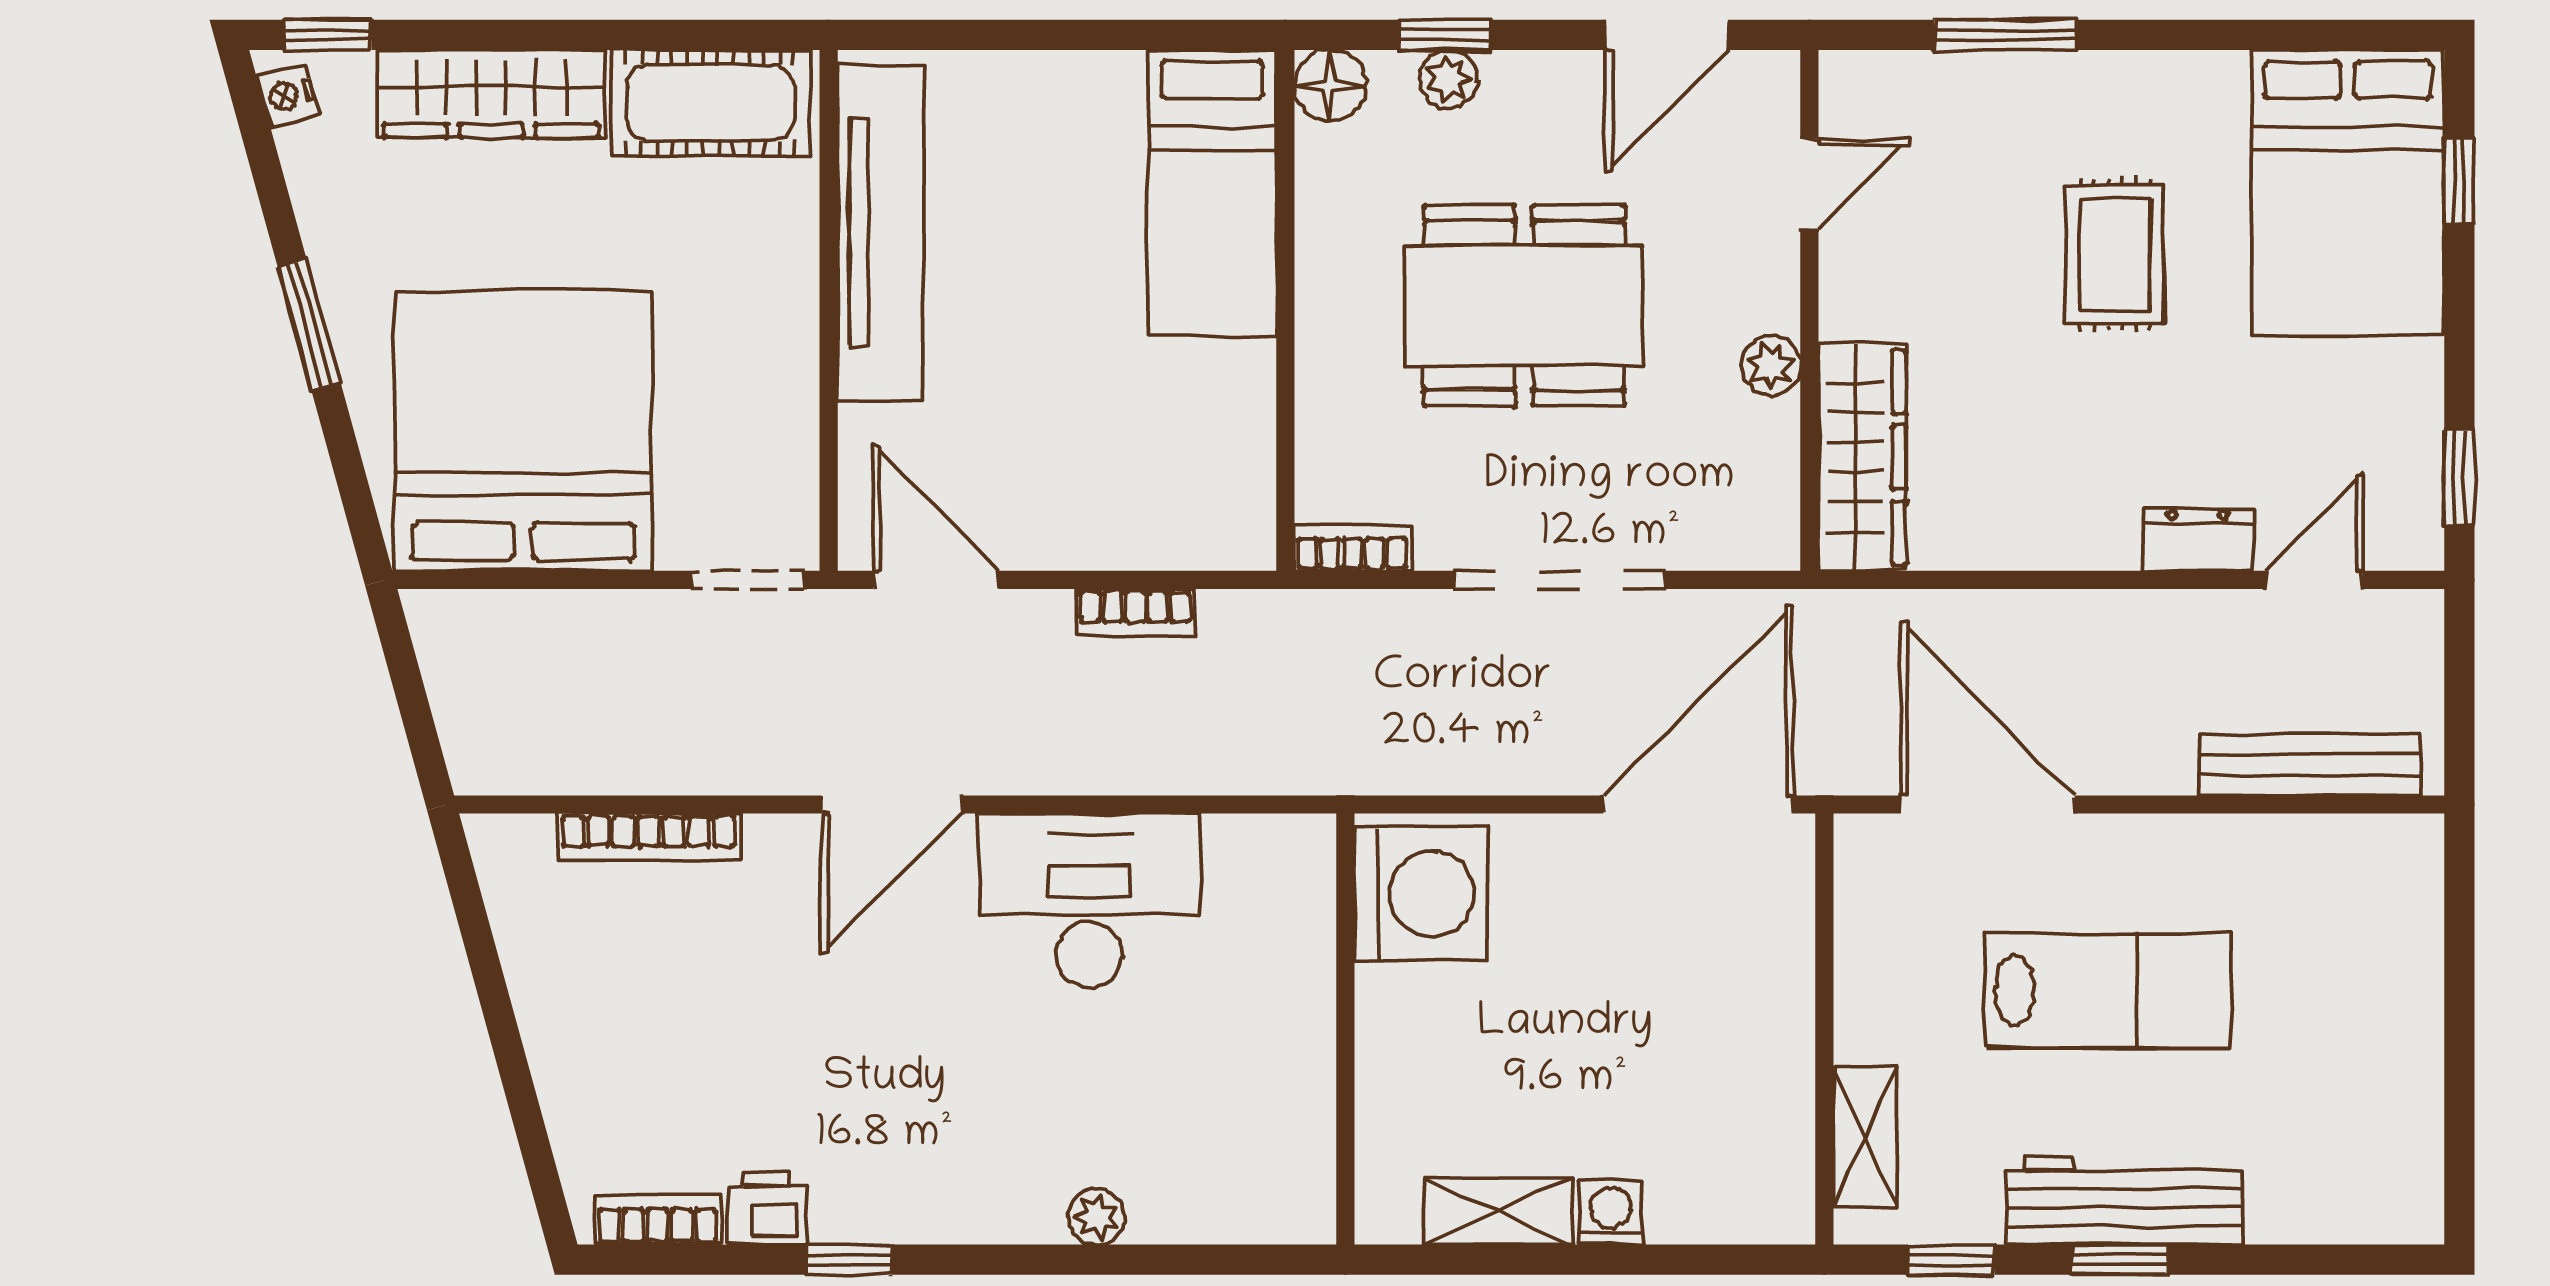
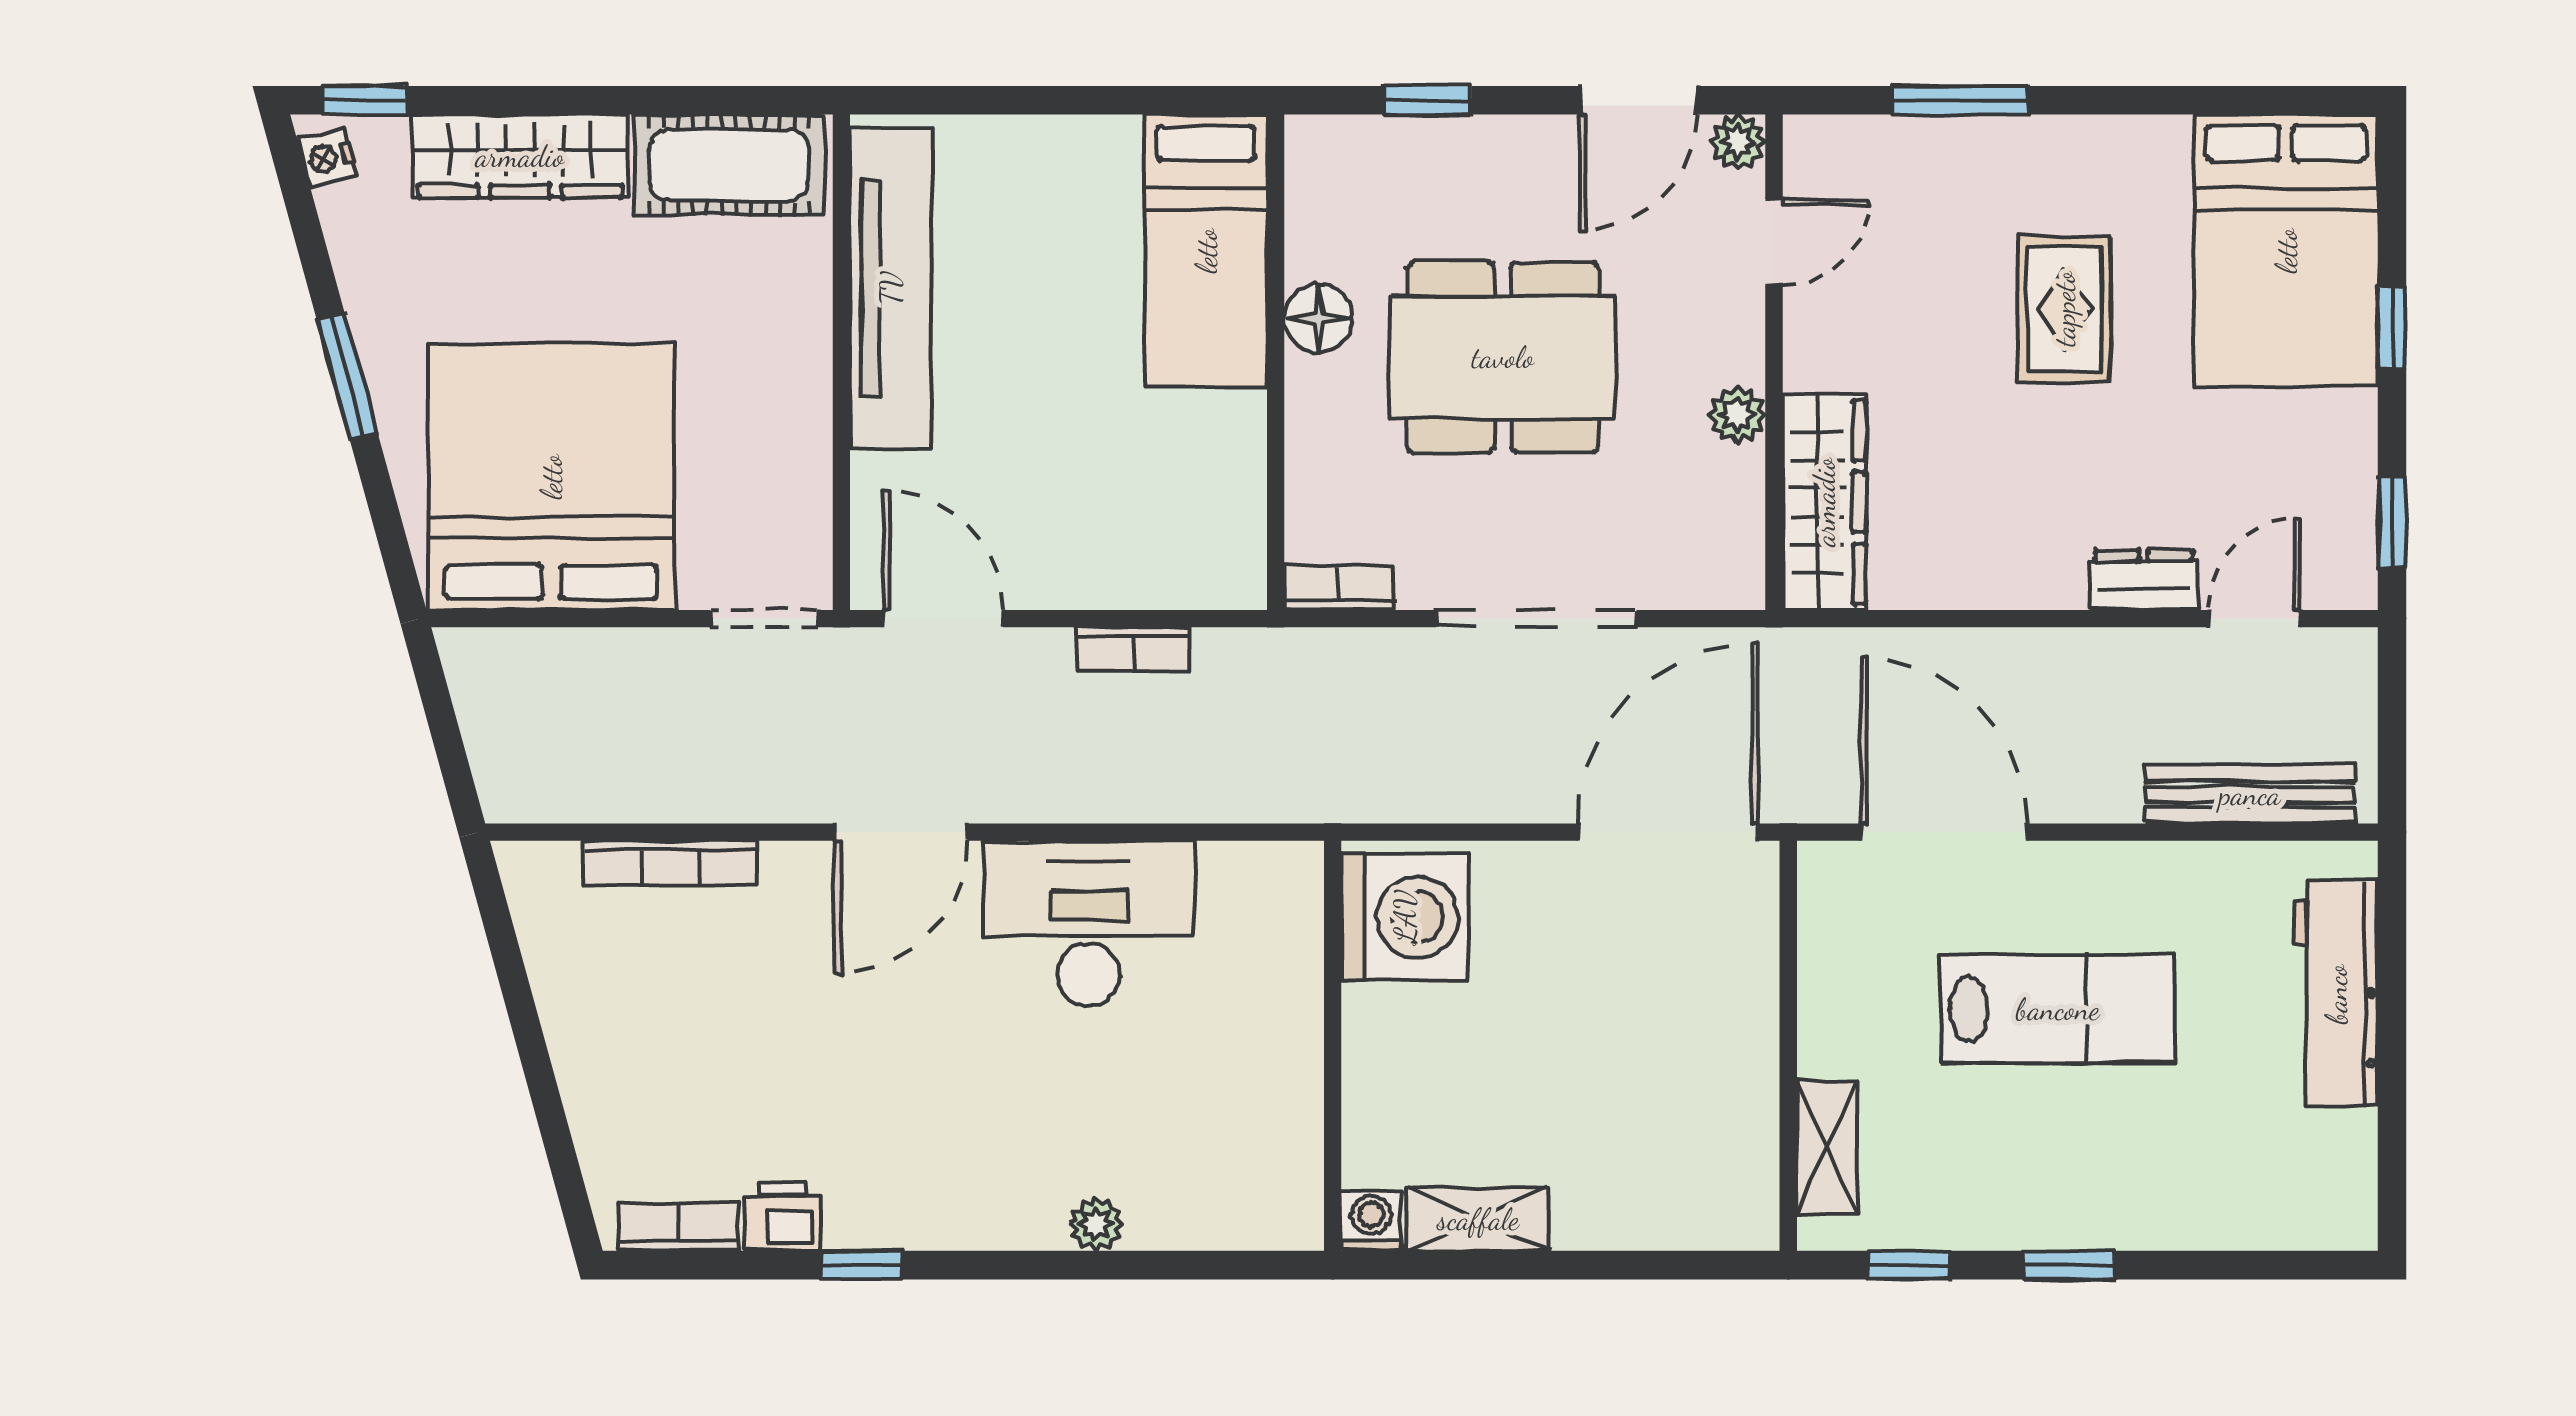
plant: (1448, 79) -> (1738, 142), moved
floor lamp: (1330, 86) -> (1318, 319), moved
window: (2459, 181) -> (2392, 328), moved
workbench: (2125, 1200) -> (2336, 994), moved, turned -90
washing machine: (1611, 1213) -> (1371, 1221), moved

